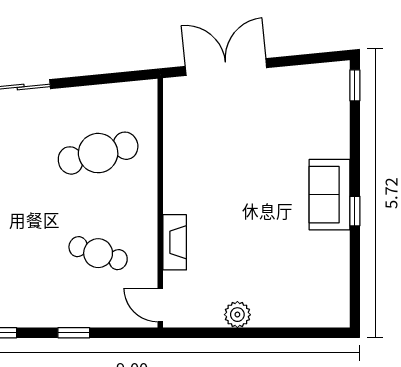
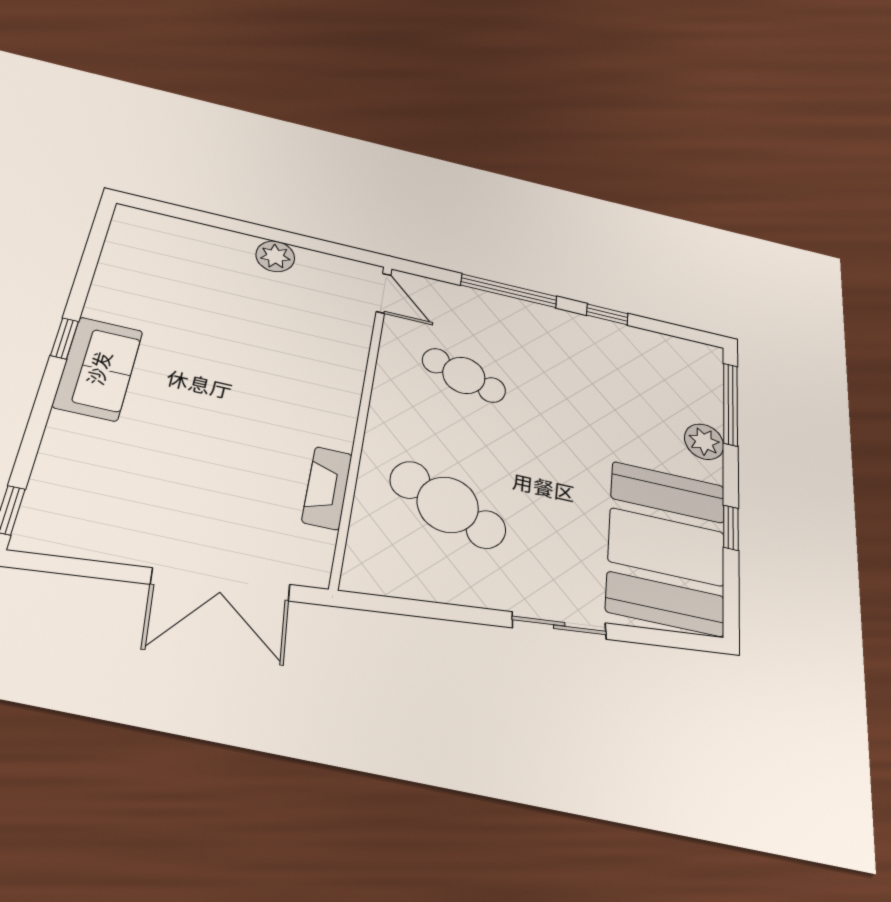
cafe table: (98, 153) -> (448, 505), turned 39
fireplace: (175, 242) -> (327, 488), moved
window: (74, 333) -> (509, 291), width x2.17

